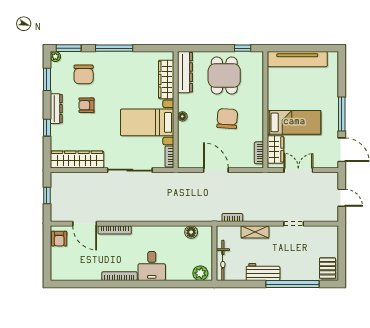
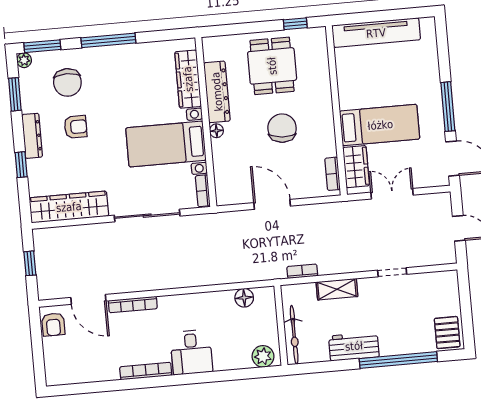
dresser: (185, 72) -> (217, 92), moved
armchair: (86, 105) -> (76, 127), turned 180

